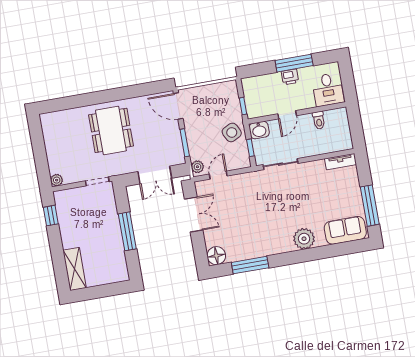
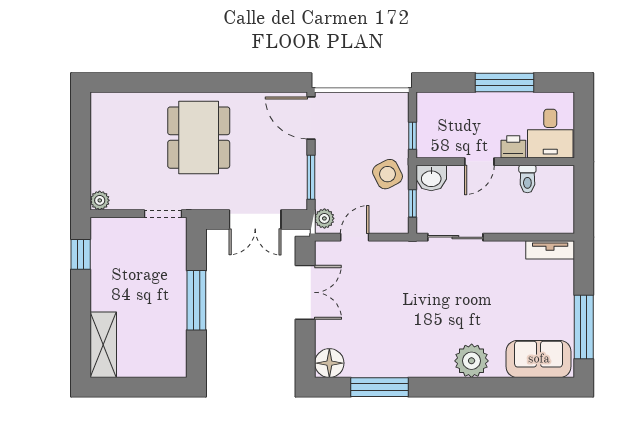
printer: (290, 77) -> (513, 147), moved, turned 180

